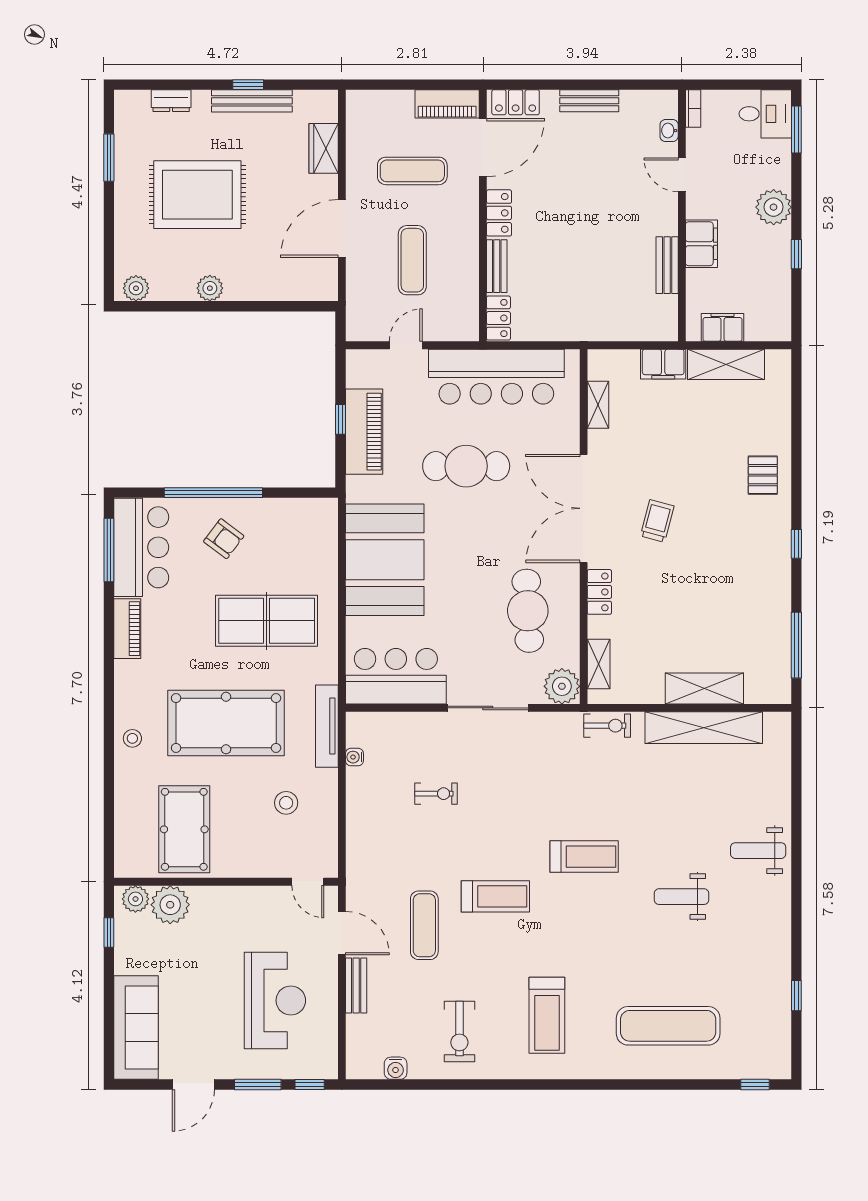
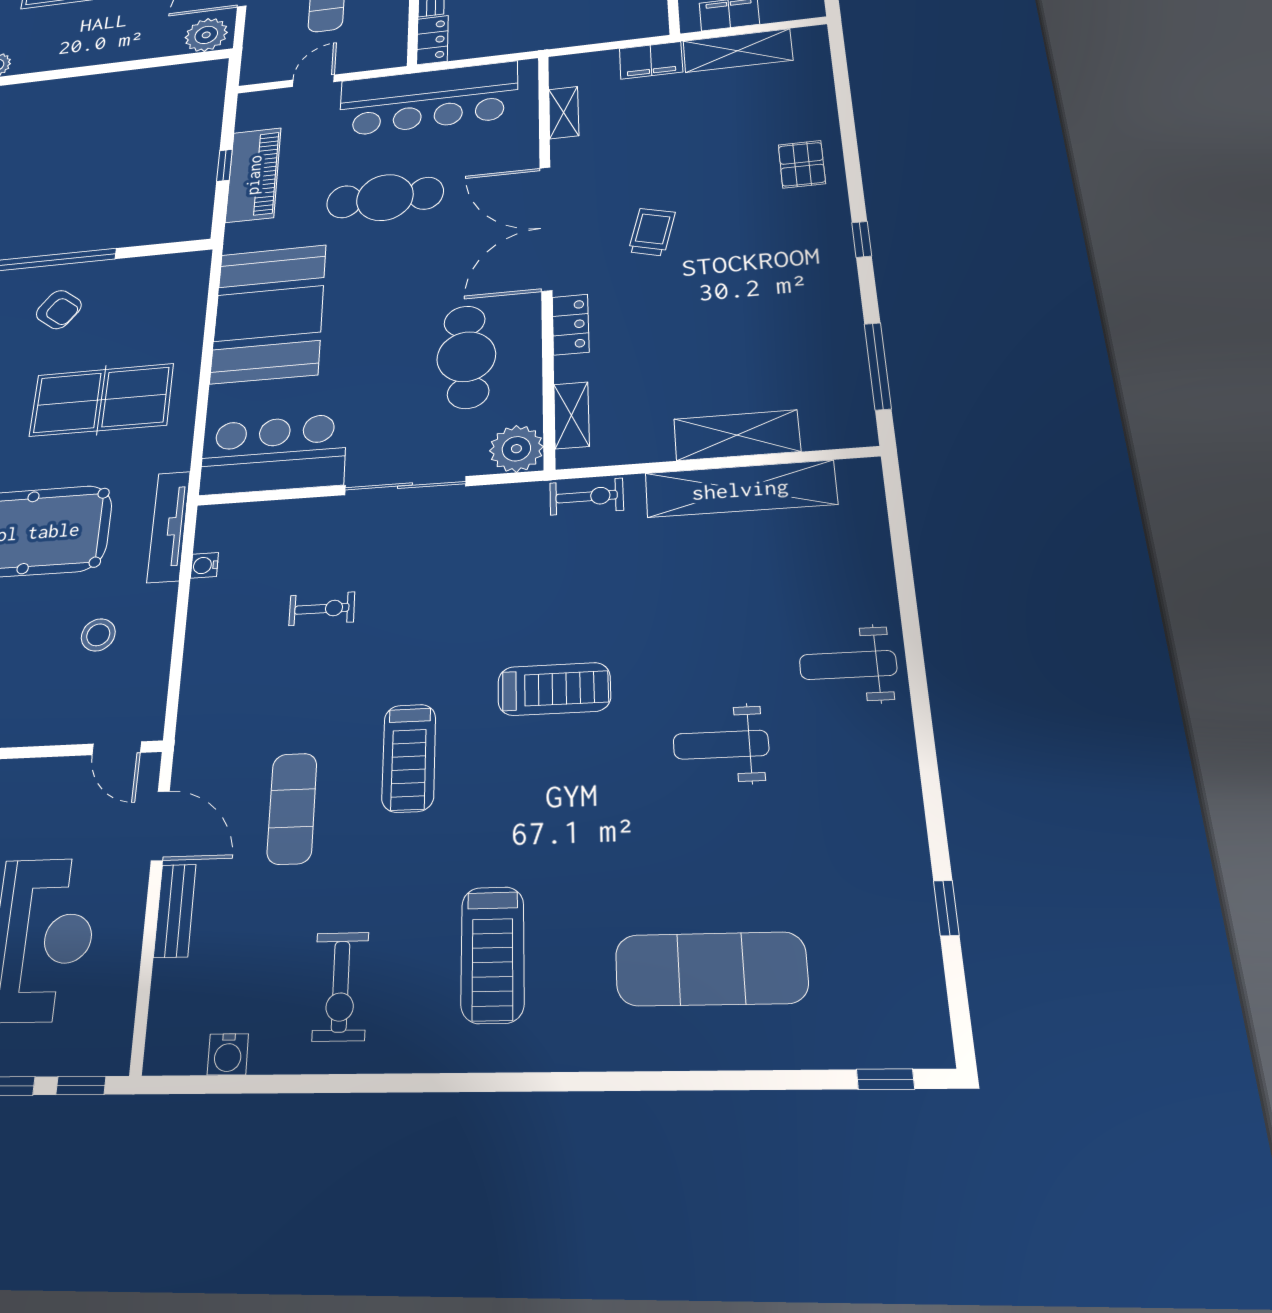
plant: (210, 288) -> (206, 35), moved, width x1.36, depth x1.36
treadmill: (495, 896) -> (409, 758), turned 90

